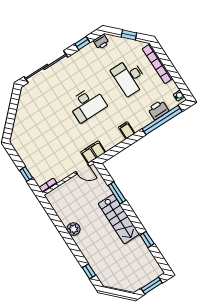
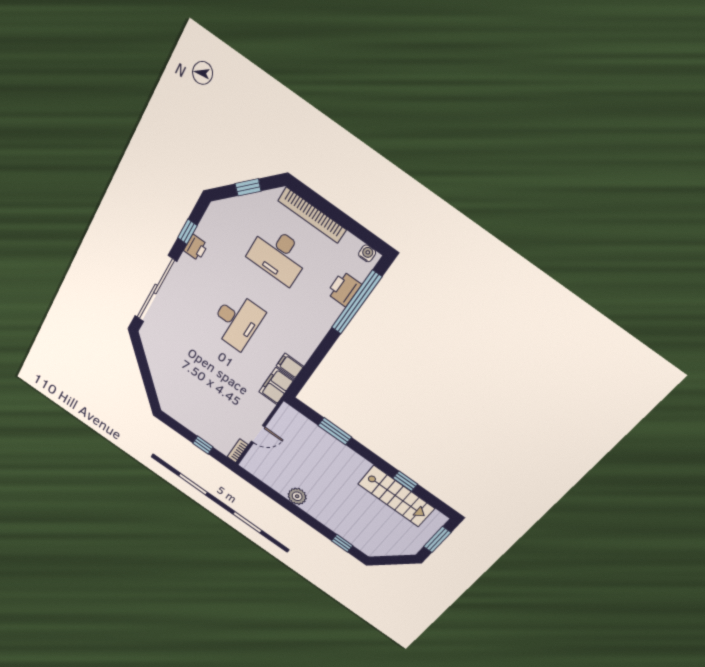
printer: (101, 42) -> (196, 248), moved
filing cabinet: (127, 130) -> (290, 366), moved
door: (82, 169) -> (258, 434), moved
stairs: (119, 219) -> (396, 496), moved

